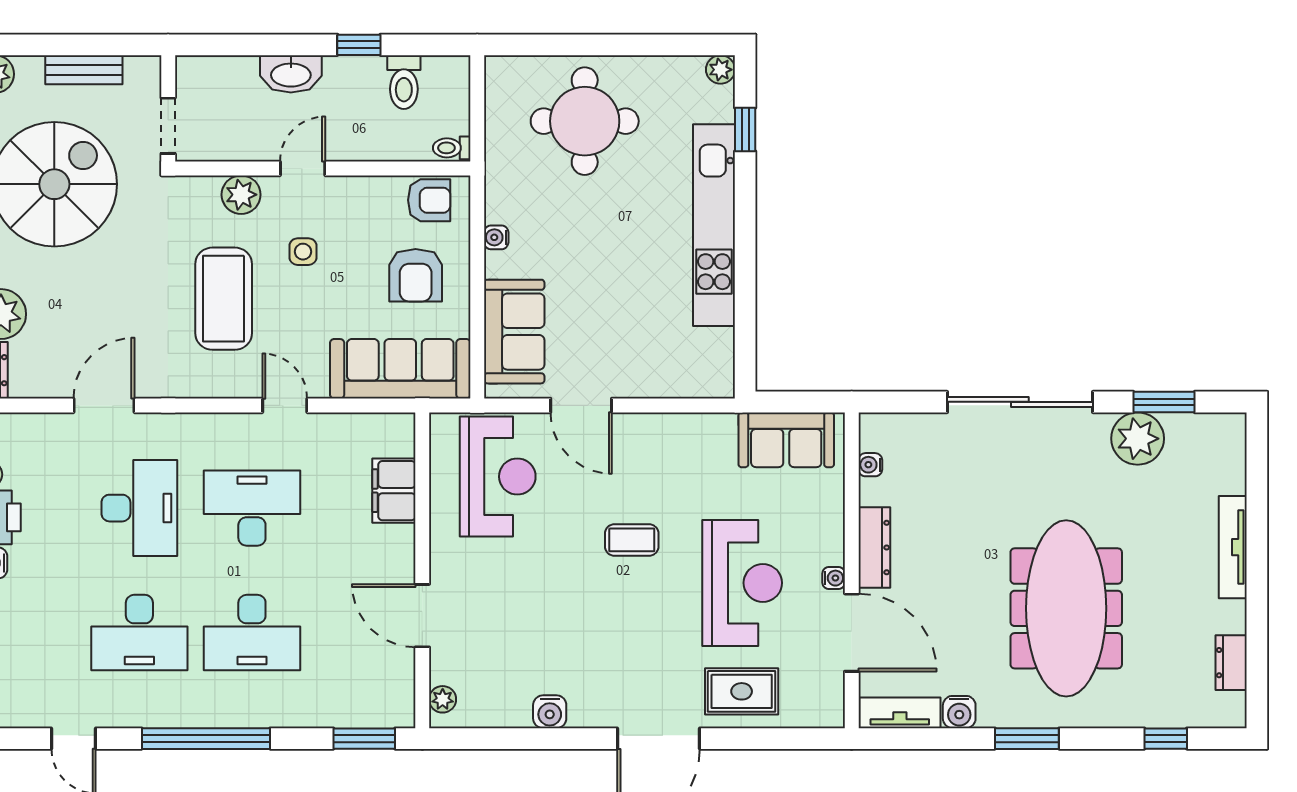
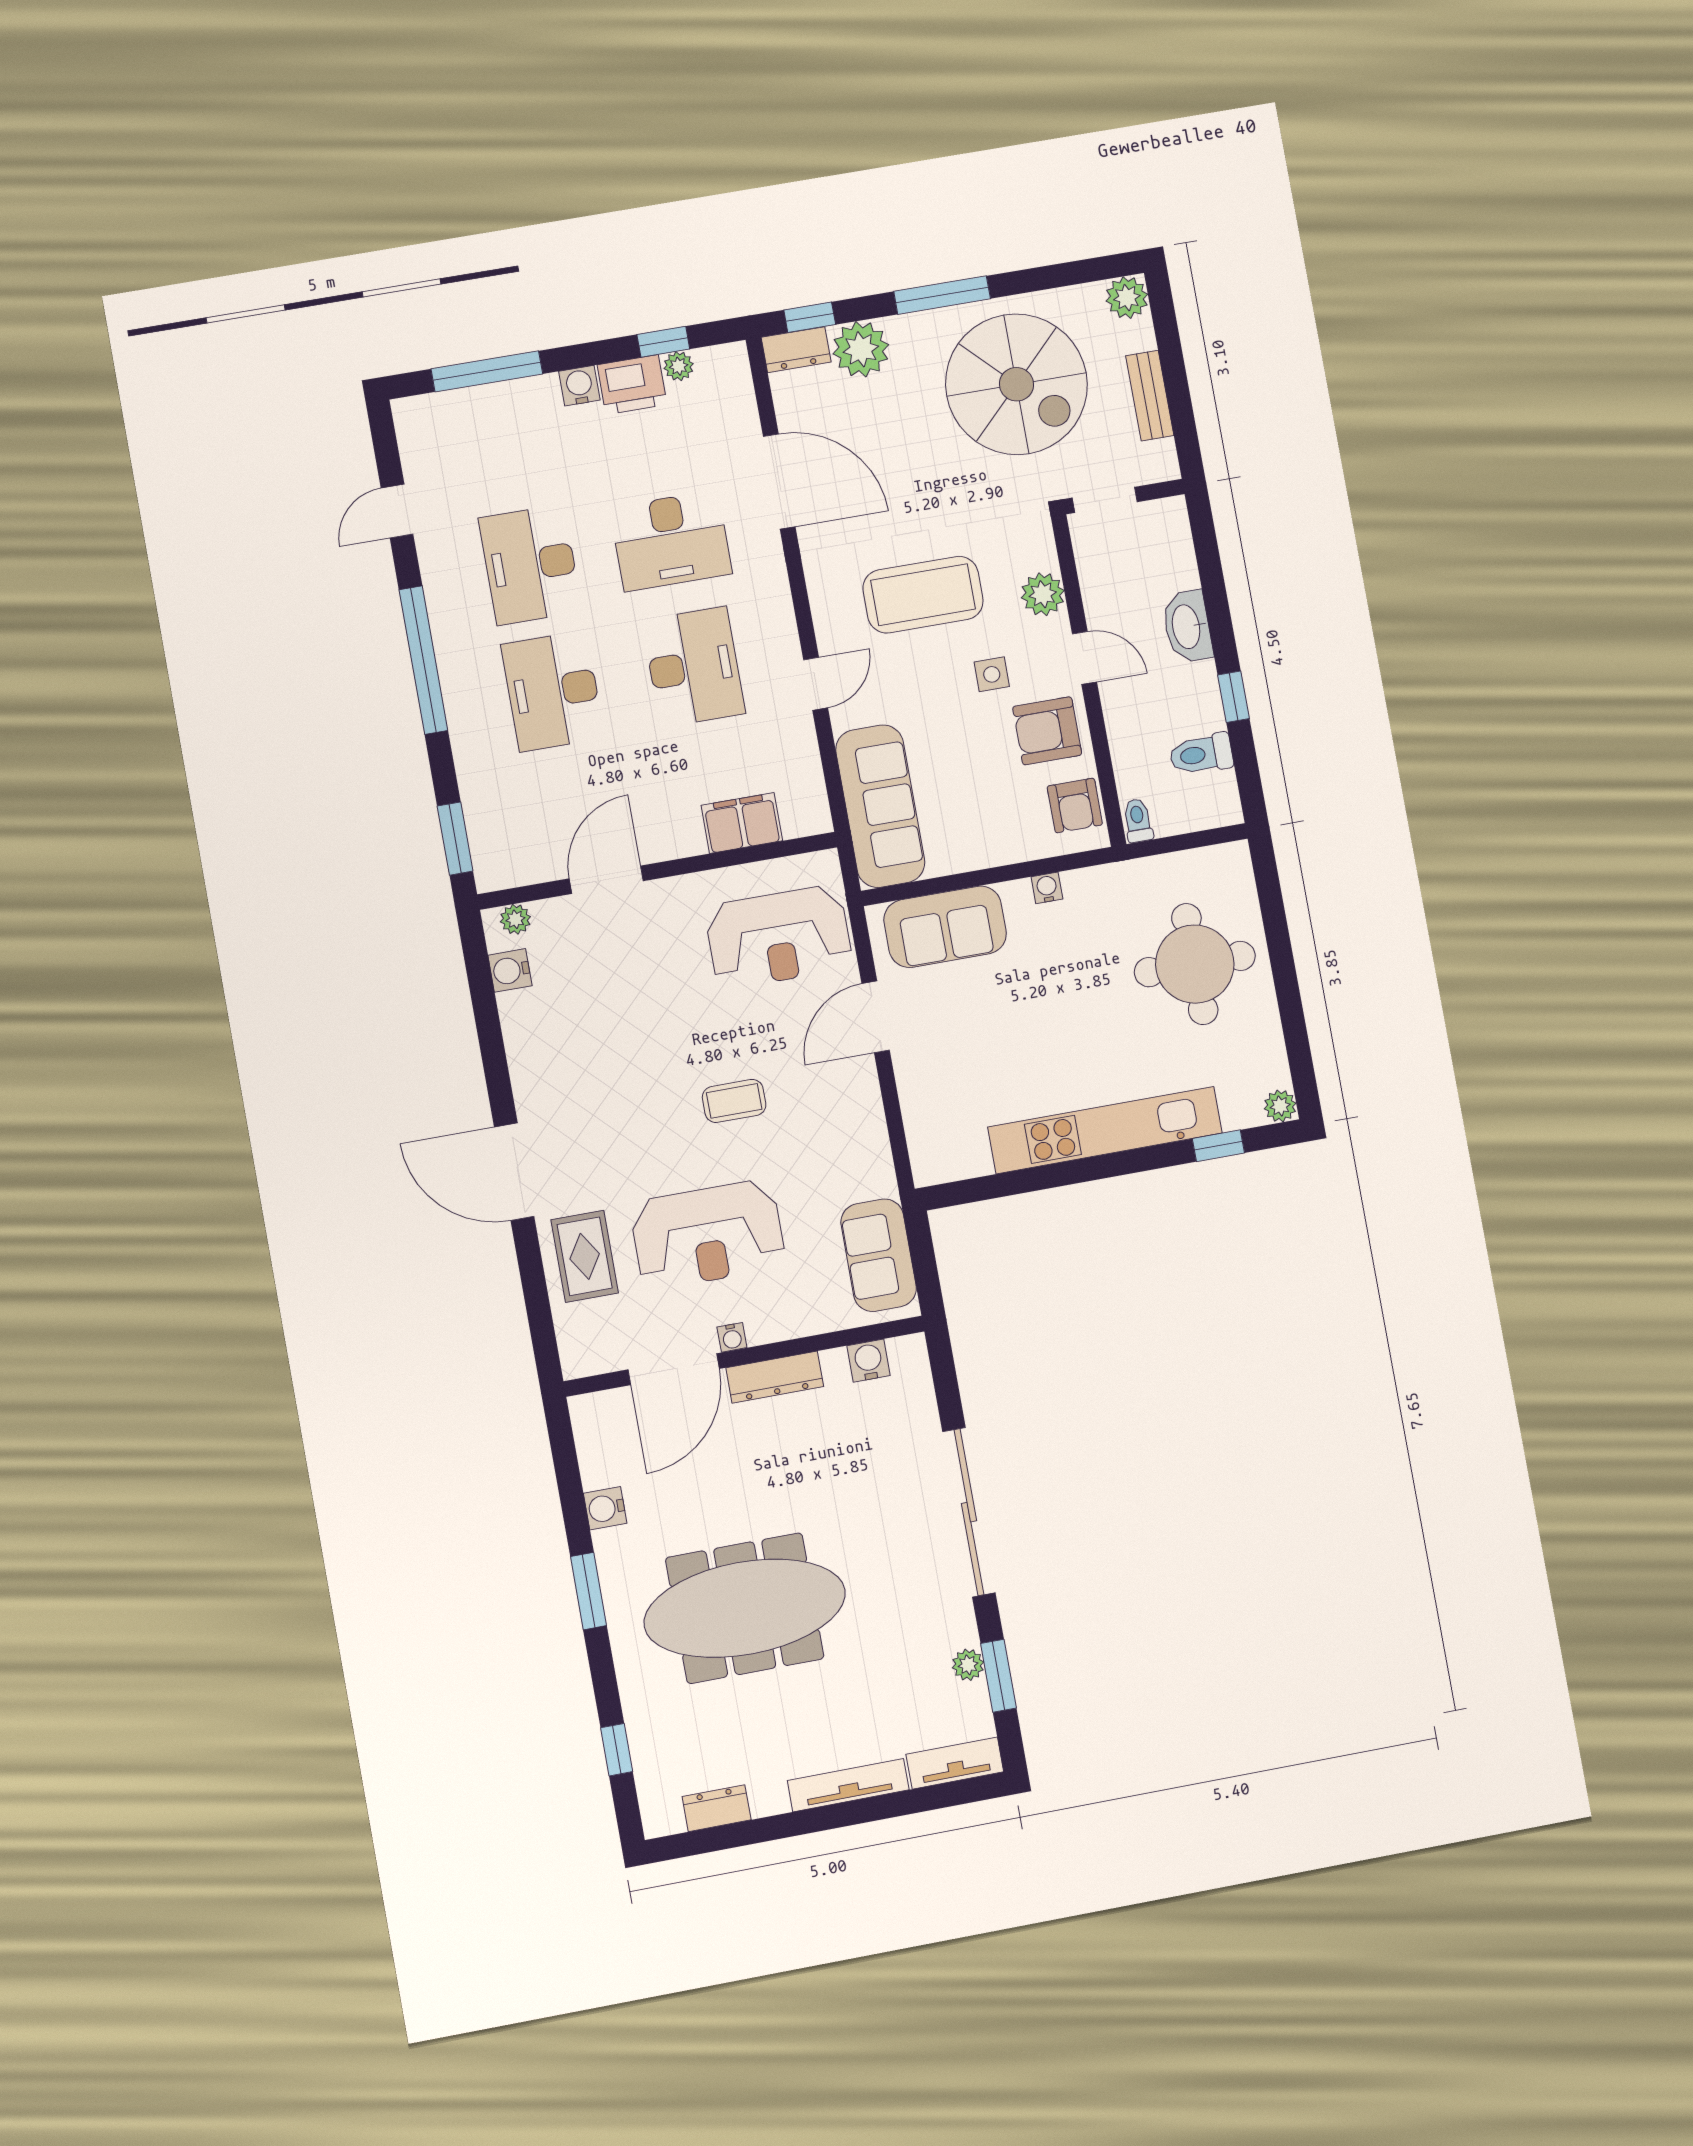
armchair: (416, 275) -> (1047, 731), moved
door: (104, 405) -> (779, 481), width x1.36
plant: (1138, 439) -> (968, 1665), width x0.53, depth x0.53
water cooler: (870, 465) -> (869, 1361), width x1.38, depth x1.38
coffee table: (632, 540) -> (734, 1101), turned 90
water cooler: (550, 712) -> (510, 970), moved
tv unit: (900, 713) -> (955, 1763), moved, turned -90

